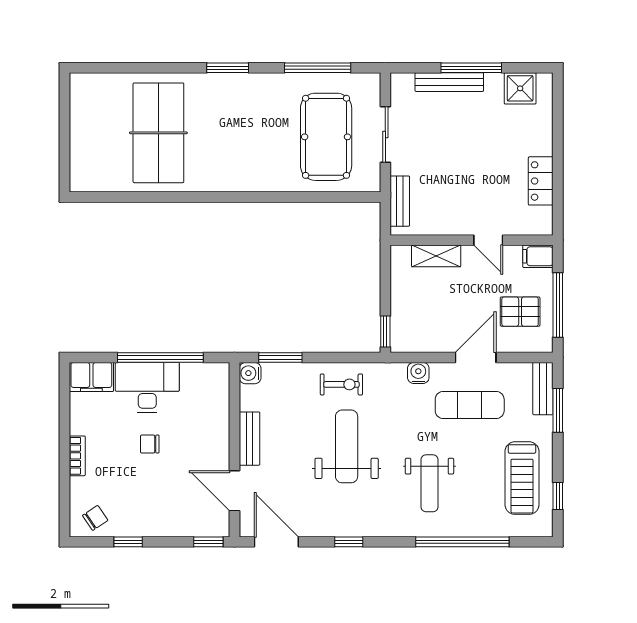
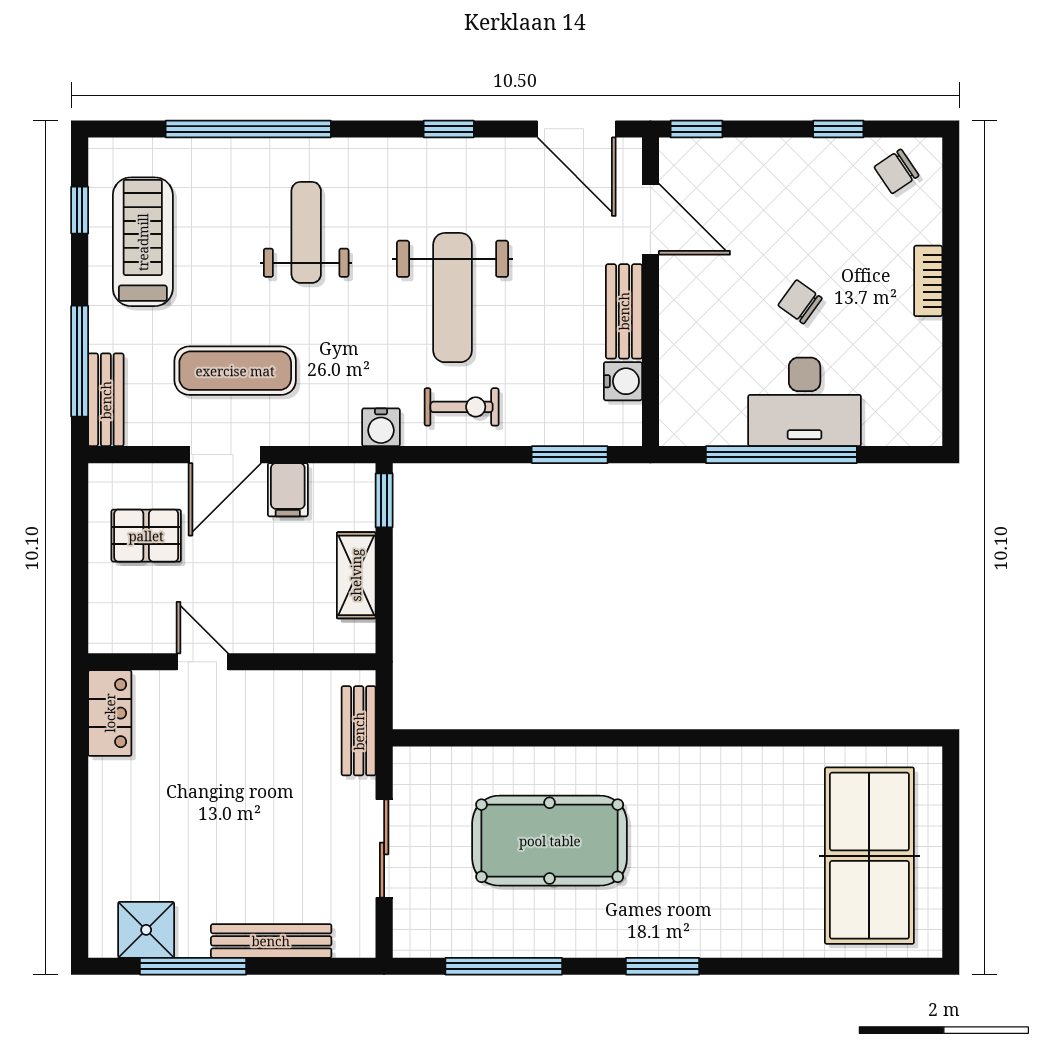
window: (471, 68) -> (193, 966), moved
table tennis table: (158, 133) -> (869, 856), moved
pool table: (326, 137) -> (550, 841), moved, turned 90
locker: (541, 181) -> (110, 713), moved
shelving: (436, 256) -> (356, 575), moved, turned 90
filing cabinet: (538, 256) -> (288, 490), moved, turned 90
window: (558, 305) -> (80, 547), removed
water cooler: (250, 373) -> (623, 381), moved
water cooler: (418, 373) -> (381, 427), moved
filing cabinet: (91, 377) -> (903, 420), removed
exercise bike: (341, 384) -> (462, 407), turned 180
window: (558, 410) -> (80, 361), width x1.44
chair: (150, 444) -> (800, 302), turned -144

